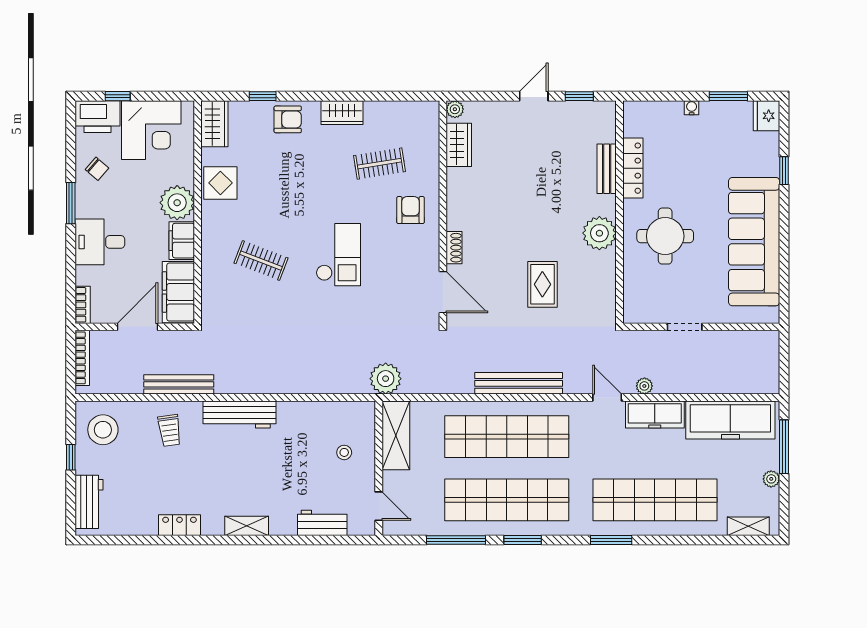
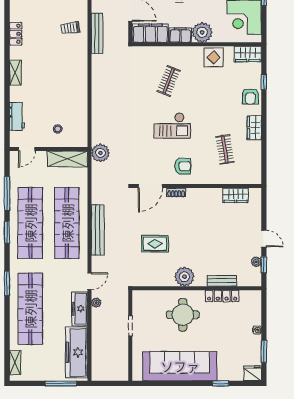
plant: (455, 109) -> (256, 262), moved
armchair: (411, 210) -> (183, 166), moved
workbench: (240, 415) -> (80, 68), removed
plant: (771, 479) -> (42, 376), removed

